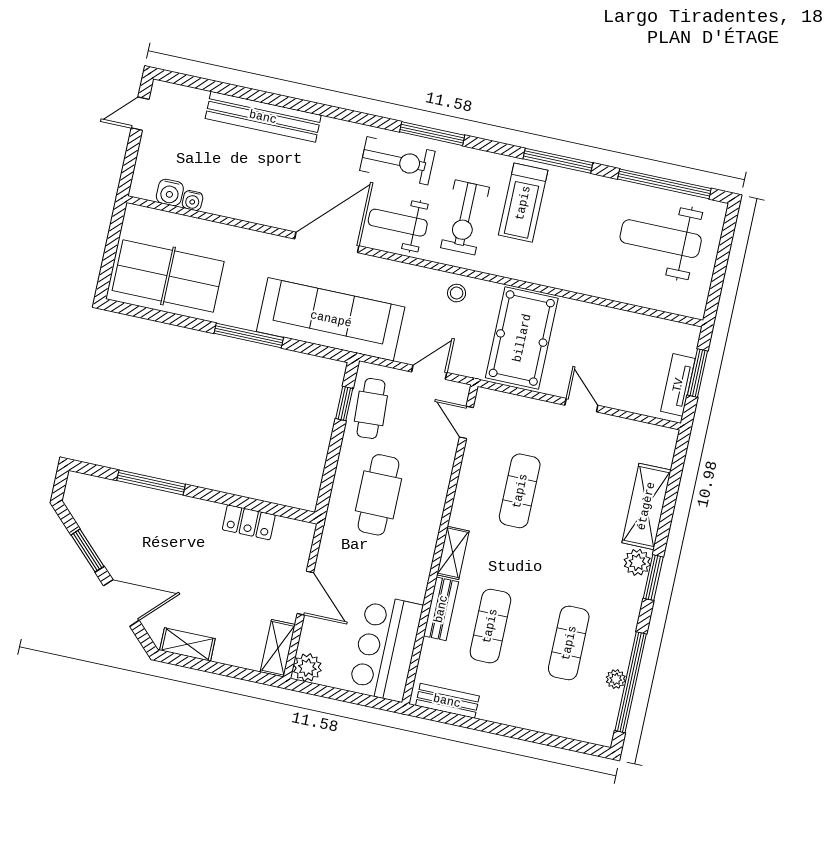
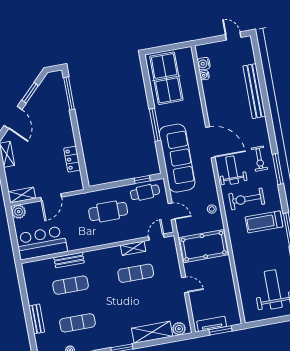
exercise bike: (397, 161) -> (259, 159), width x0.73, depth x0.72
door: (581, 405) -> (185, 285), hinge flipped
window: (151, 482) -> (69, 93), moved
shelving: (453, 553) -> (133, 248), moved
plant: (637, 562) -> (179, 329), moved
bench: (447, 701) -> (37, 319), moved

